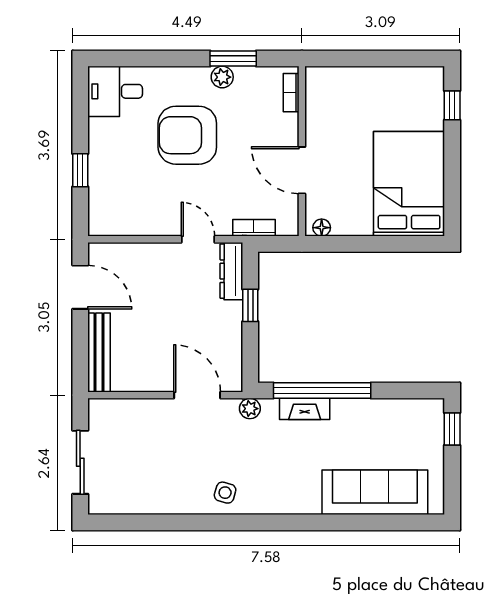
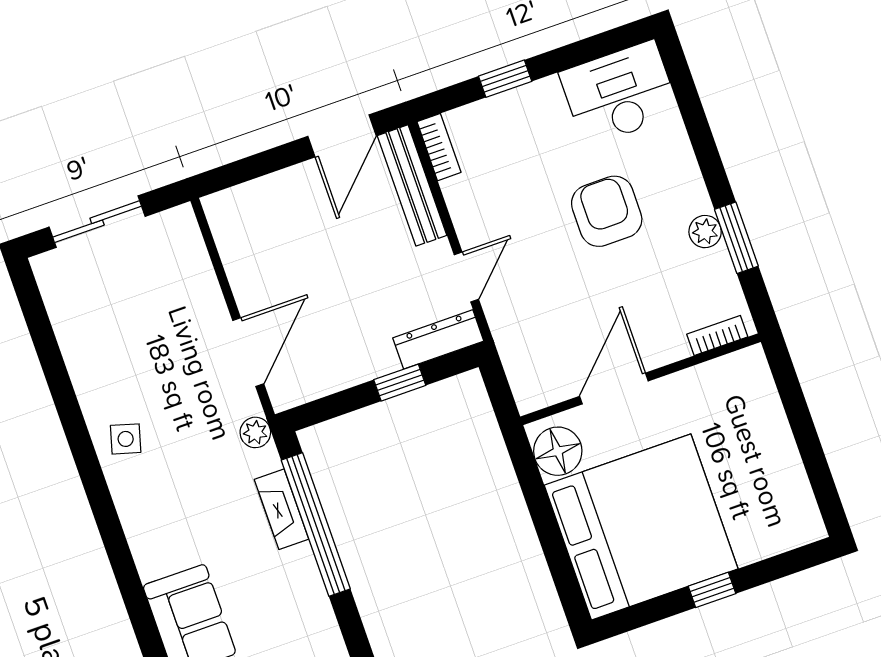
desk: (115, 91) -> (619, 93), width x1.37
window: (452, 105) -> (712, 590), moved
armchair: (187, 135) -> (607, 211), width x0.73, depth x0.73
bed: (409, 184) -> (641, 527), width x1.36
bookcase: (254, 228) -> (439, 147), moved
floor lamp: (322, 228) -> (558, 451), width x1.89, depth x1.89
bench: (99, 352) -> (412, 185), moved, turned 90

